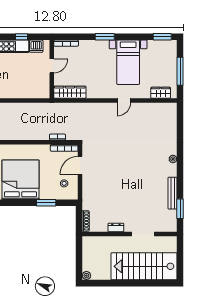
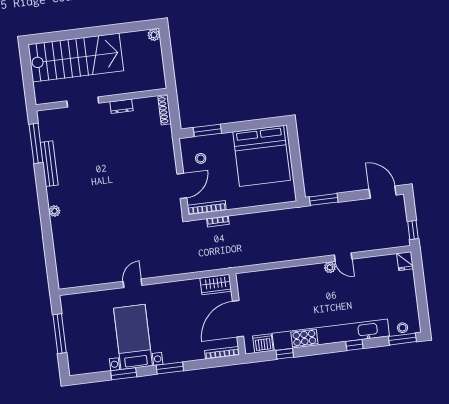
window: (162, 37) -> (124, 374), moved
door: (52, 66) -> (238, 319), width x1.88
wardrobe: (70, 92) -> (216, 285), width x0.67
wardrobe: (161, 93) -> (83, 300), removed
window: (46, 203) -> (207, 130), moved
window: (180, 209) -> (36, 143), width x1.44

